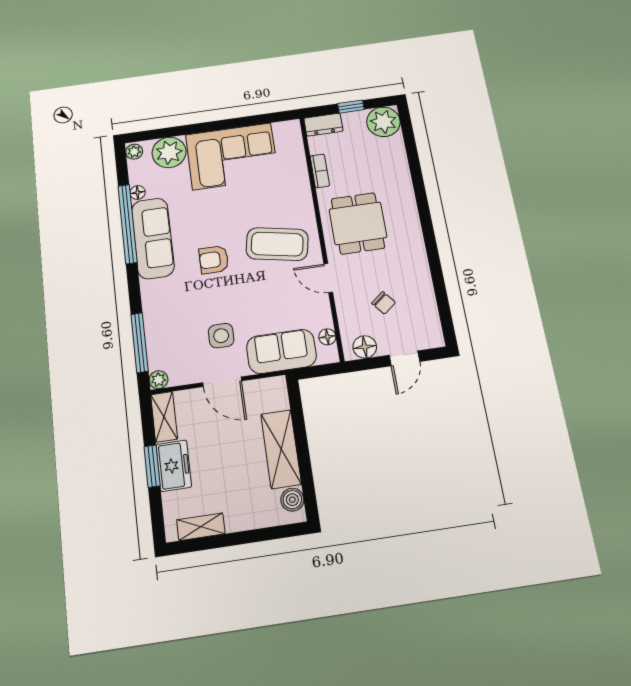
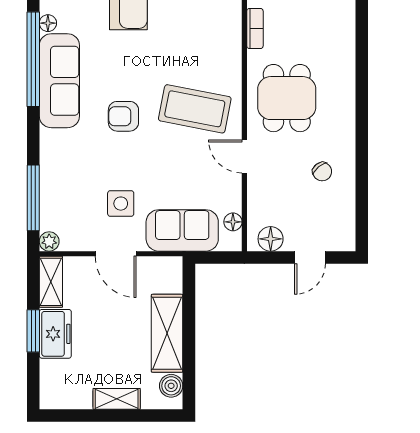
chair: (384, 303) -> (322, 172), moved
shelving: (201, 527) -> (117, 399), moved

